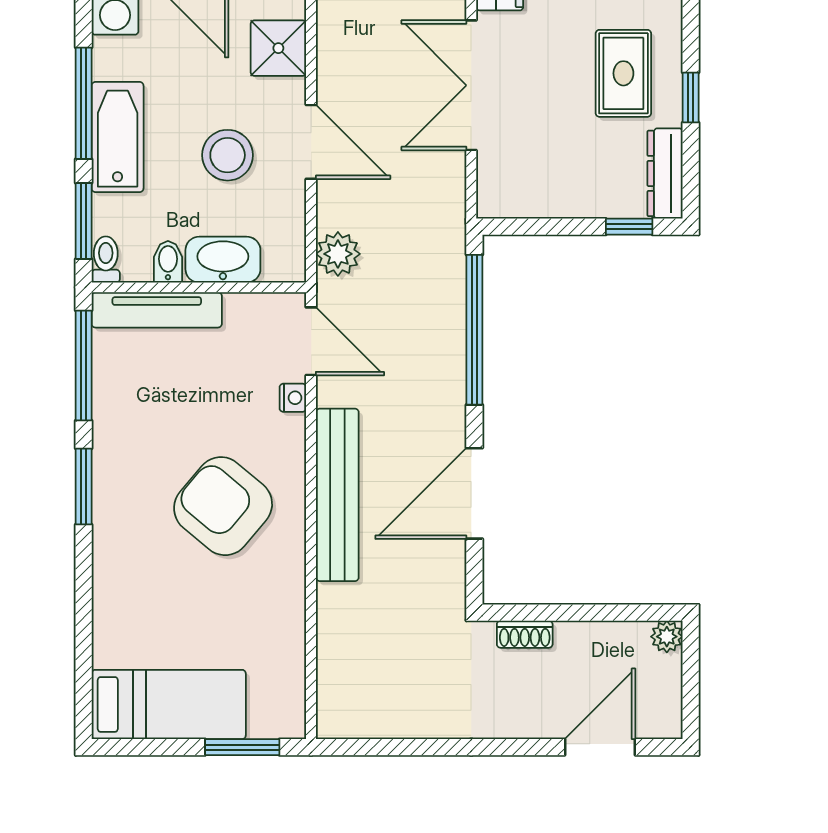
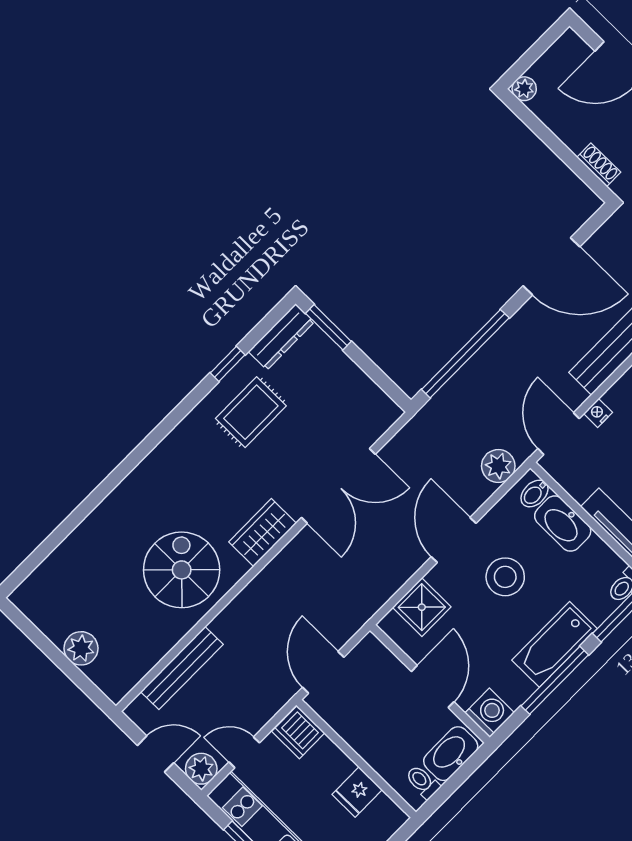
window: (629, 227) -> (328, 327), width x1.50
bidet: (168, 262) -> (534, 493), moved

